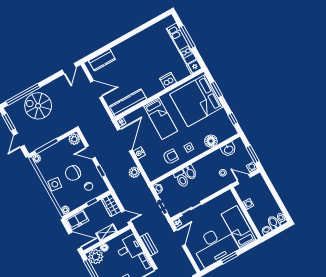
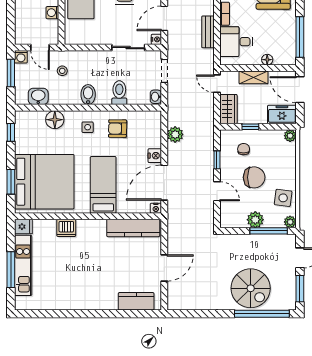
door: (69, 69) -> (184, 314), removed
door: (96, 89) -> (164, 268), swing flipped
plant: (74, 139) -> (255, 220), moved
bidet: (190, 172) -> (88, 95), moved
side table: (55, 184) -> (283, 198), moved
plant: (96, 257) -> (285, 54), removed

